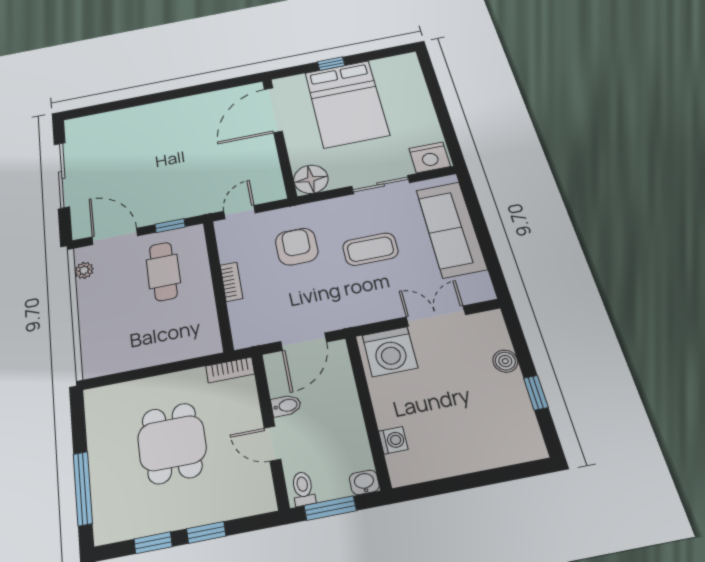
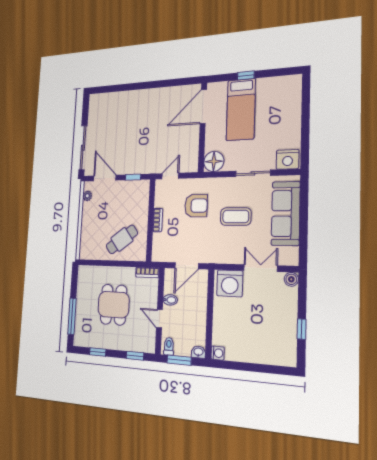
bed: (347, 104) -> (241, 109), width x0.67
sliding door: (62, 175) -> (83, 148), moved
armchair: (297, 247) -> (196, 206), turned 90
cafe table: (163, 271) -> (122, 239), moved, turned 53
boiler: (505, 361) -> (291, 279), moved
washing machine: (393, 440) -> (218, 353), moved
window: (206, 532) -> (135, 356), moved

